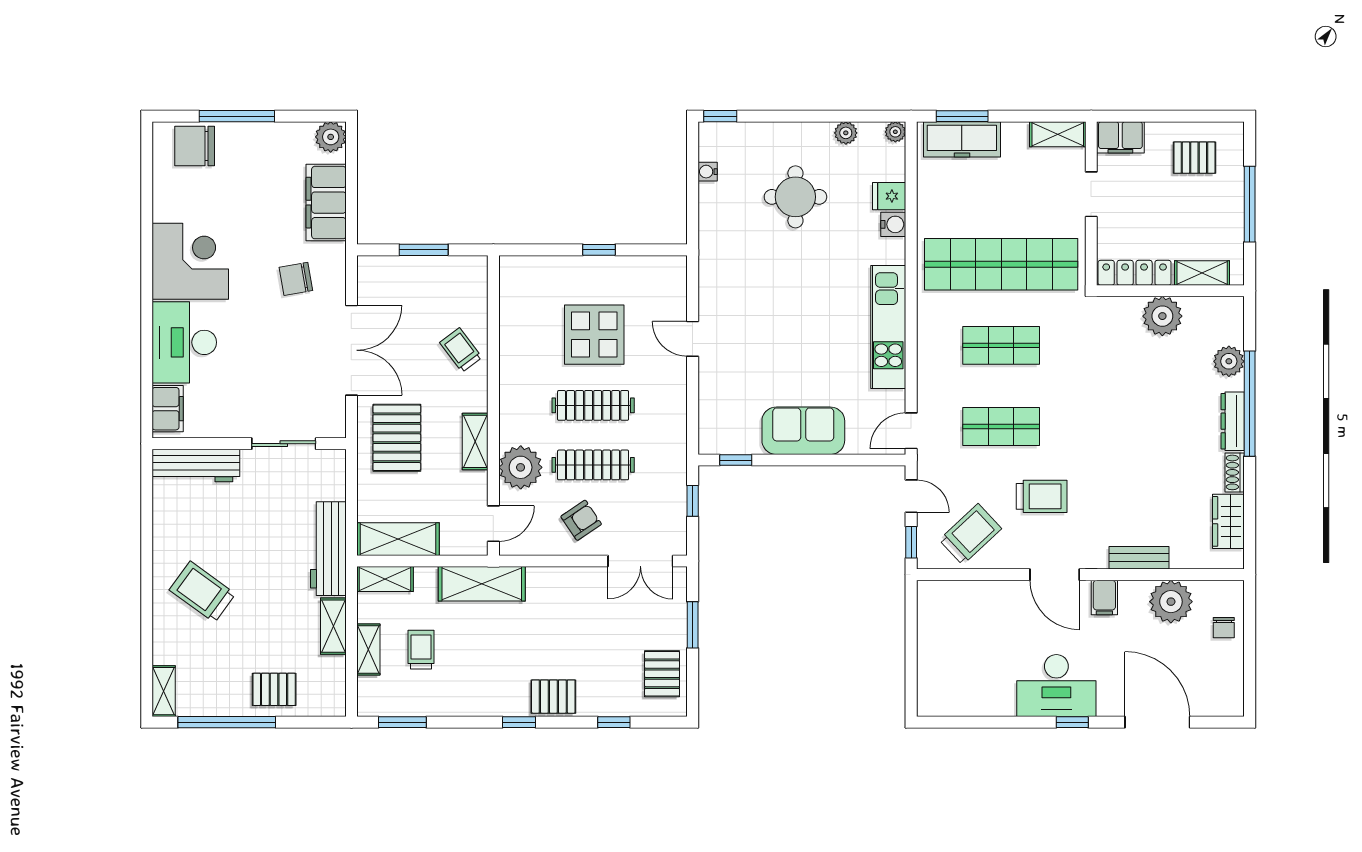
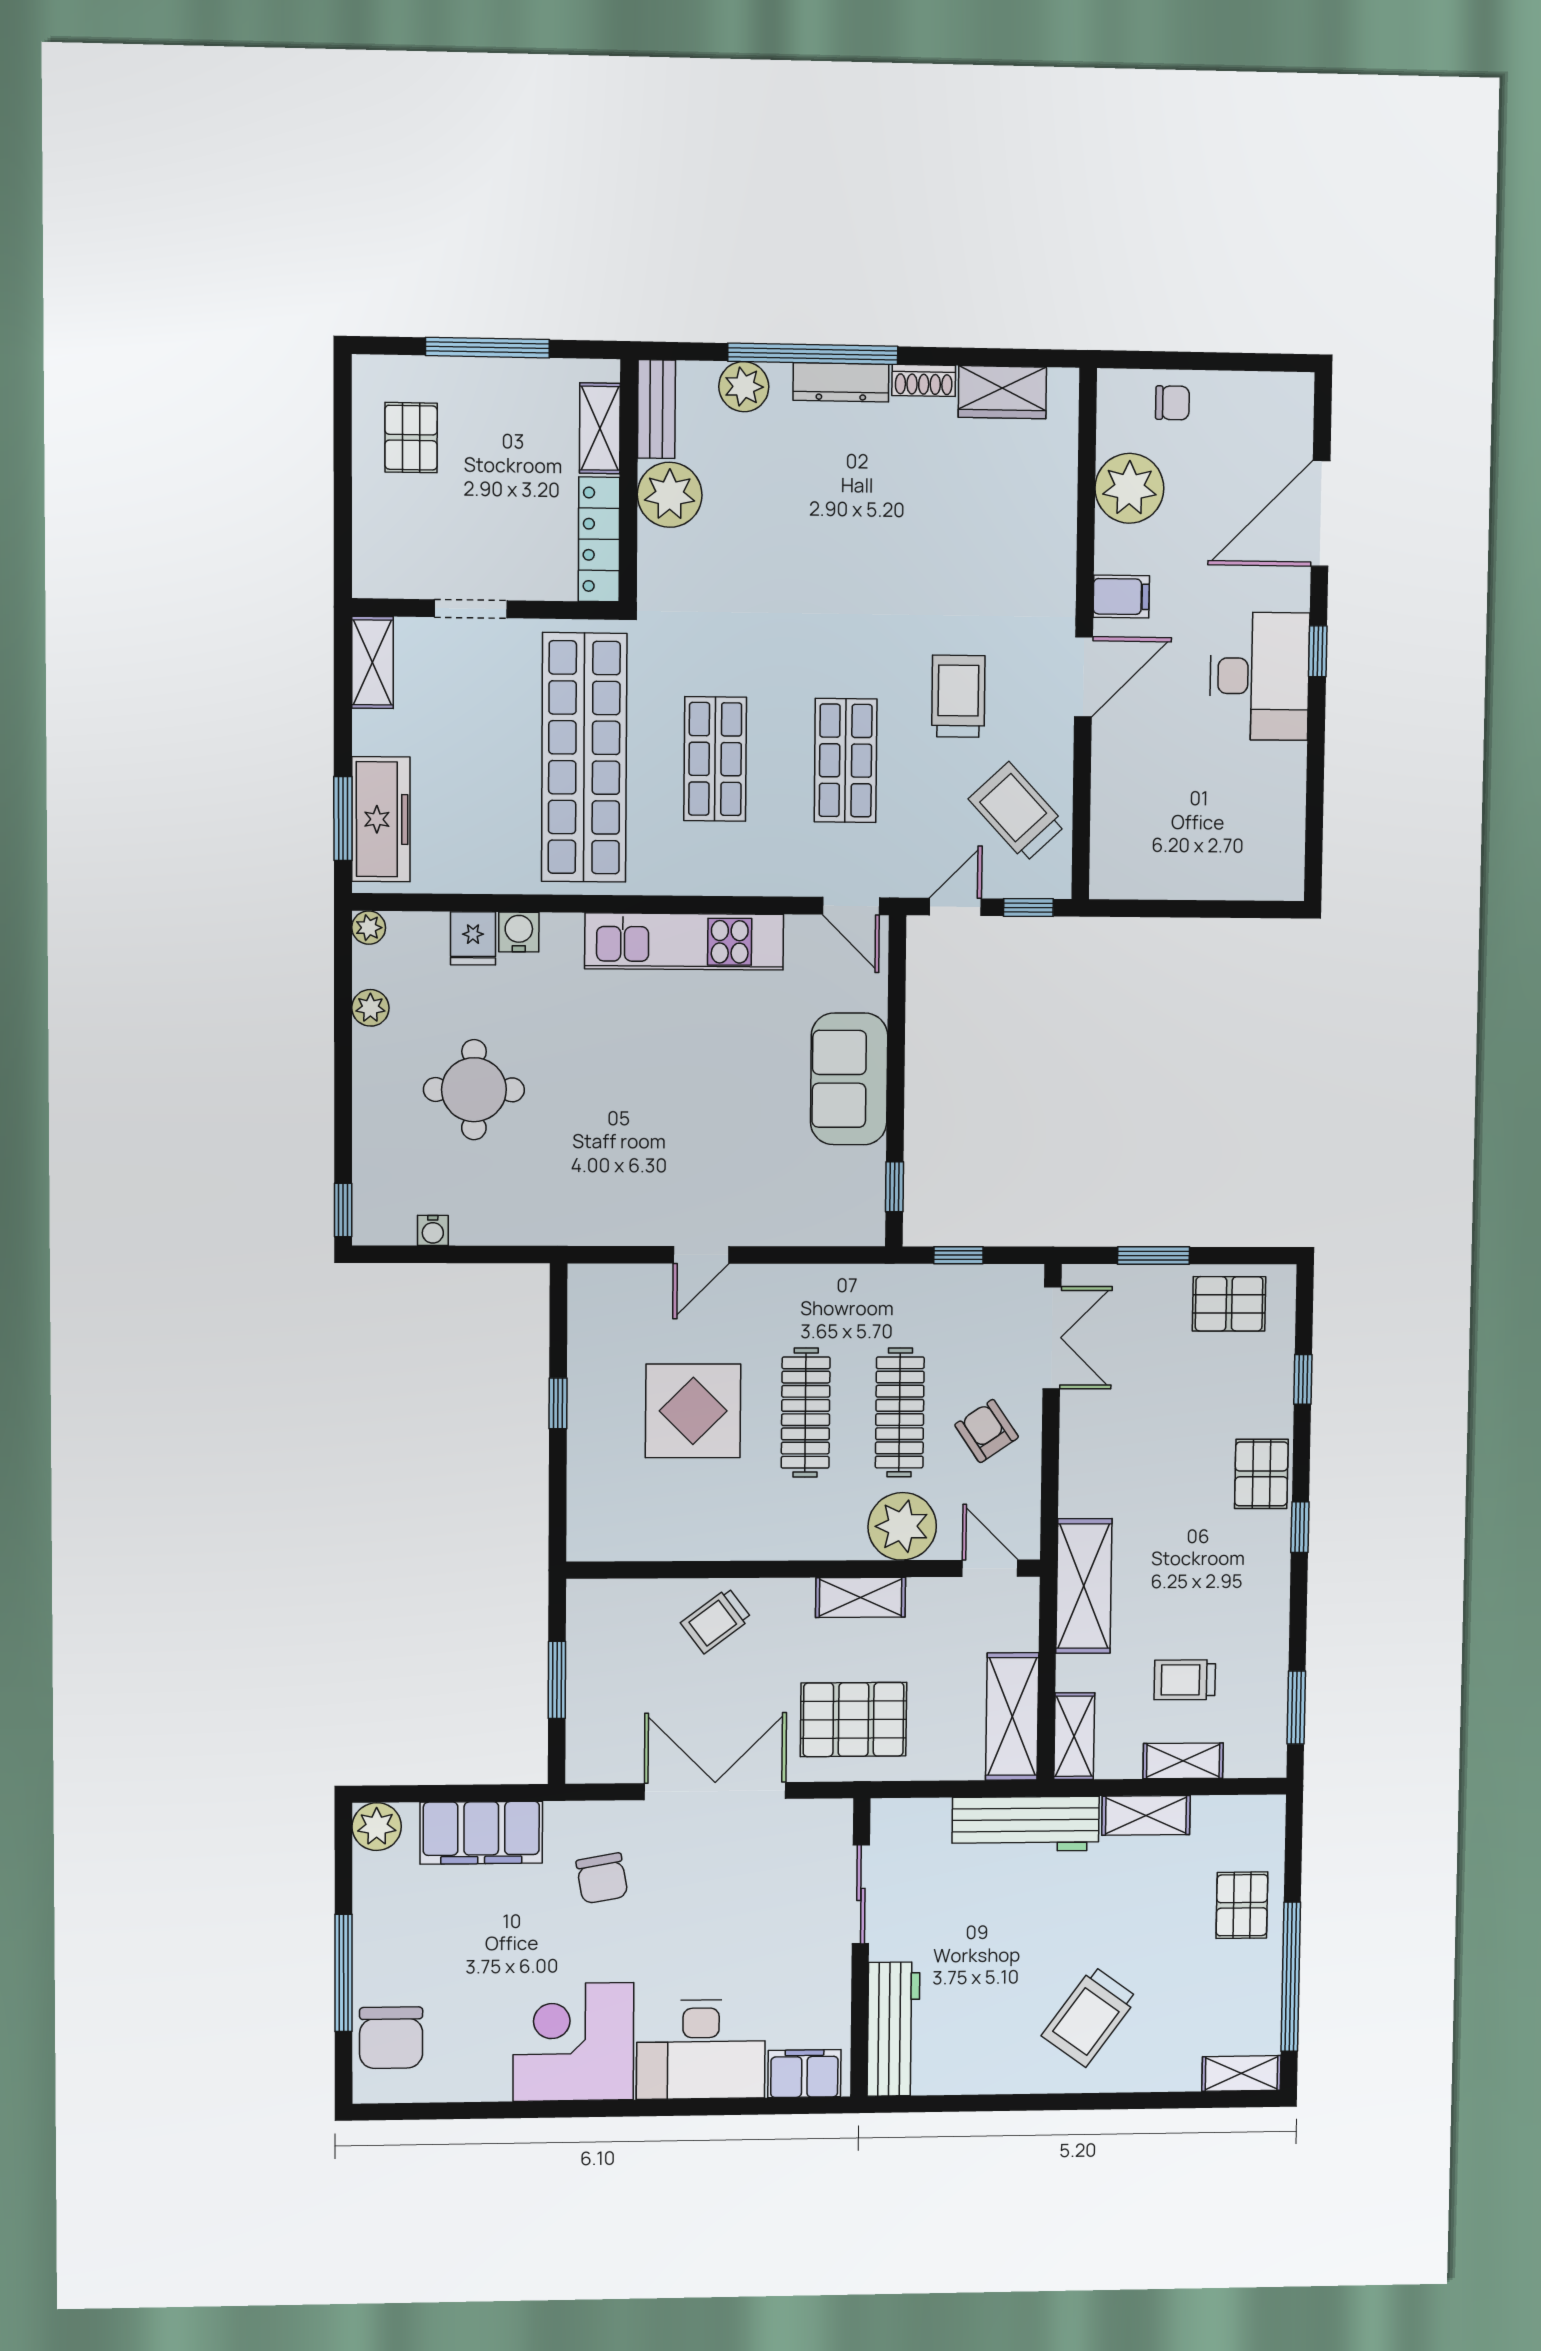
filing cabinet: (1120, 137) -> (378, 559), removed
bench: (1139, 558) -> (656, 409), moved

